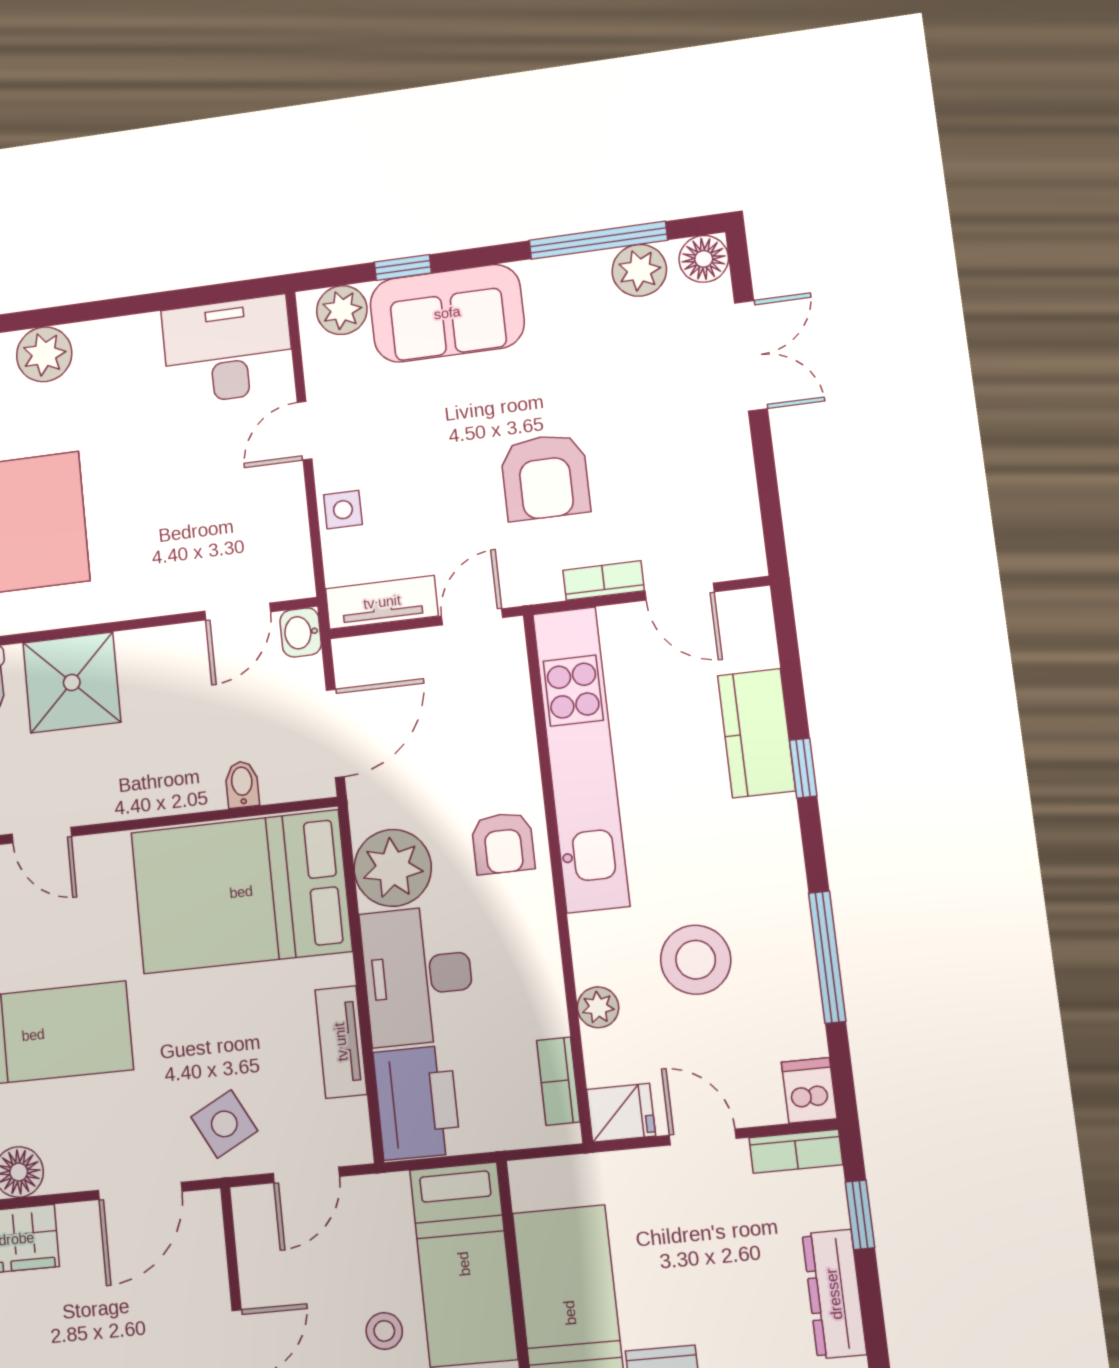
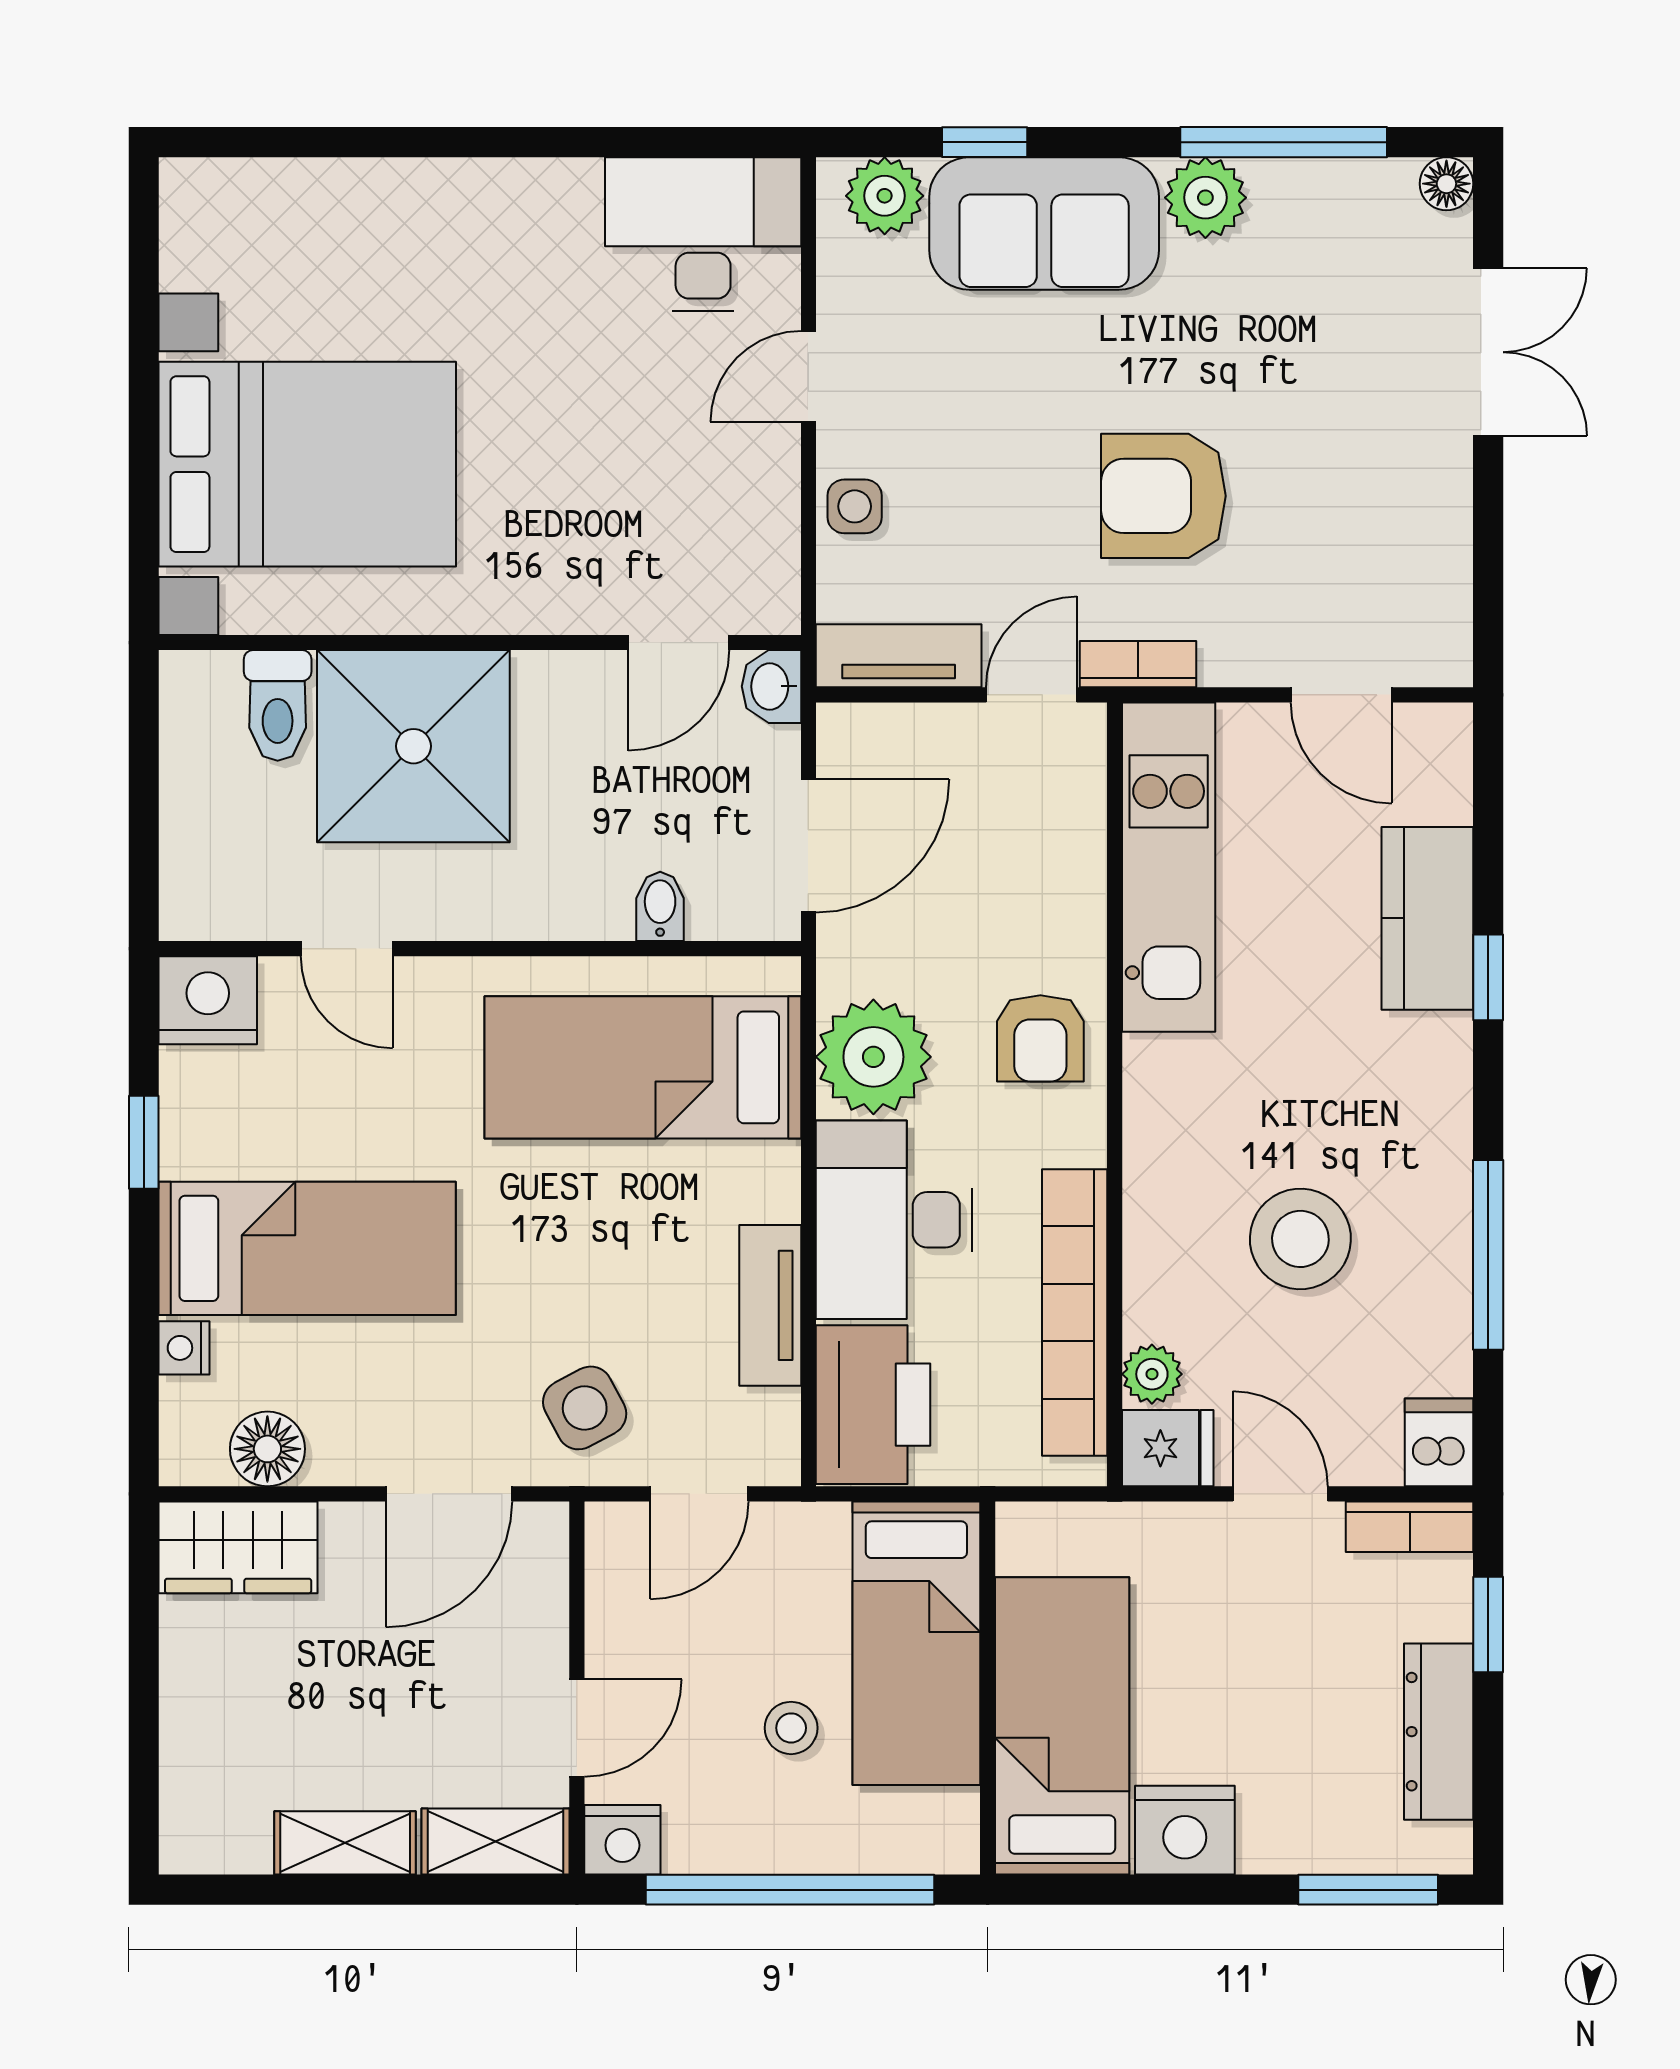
floor lamp: (704, 259) -> (1446, 184), width x0.73, depth x0.73
plant: (639, 270) -> (1205, 198), moved
plant: (44, 354) -> (416, 201), removed
armchair: (545, 477) -> (1163, 496), turned 90
bookcase: (604, 580) -> (1138, 664), moved
shower: (72, 682) -> (413, 746), width x1.37, depth x1.37
kitchen unit: (581, 759) -> (1169, 867), width x0.73
bed: (241, 892) -> (643, 1067), width x0.67
plant: (598, 1007) -> (1152, 1374), moved
bookcase: (558, 1081) -> (1075, 1313), width x2.31, depth x1.31

